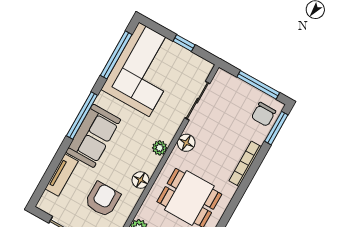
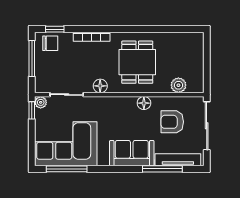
window: (184, 43) -> (32, 110), moved
window: (82, 116) -> (162, 169), moved
window: (276, 128) -> (55, 29), width x0.67
plant: (160, 148) -> (41, 102), moved
tv unit: (62, 175) -> (178, 160), width x1.41

